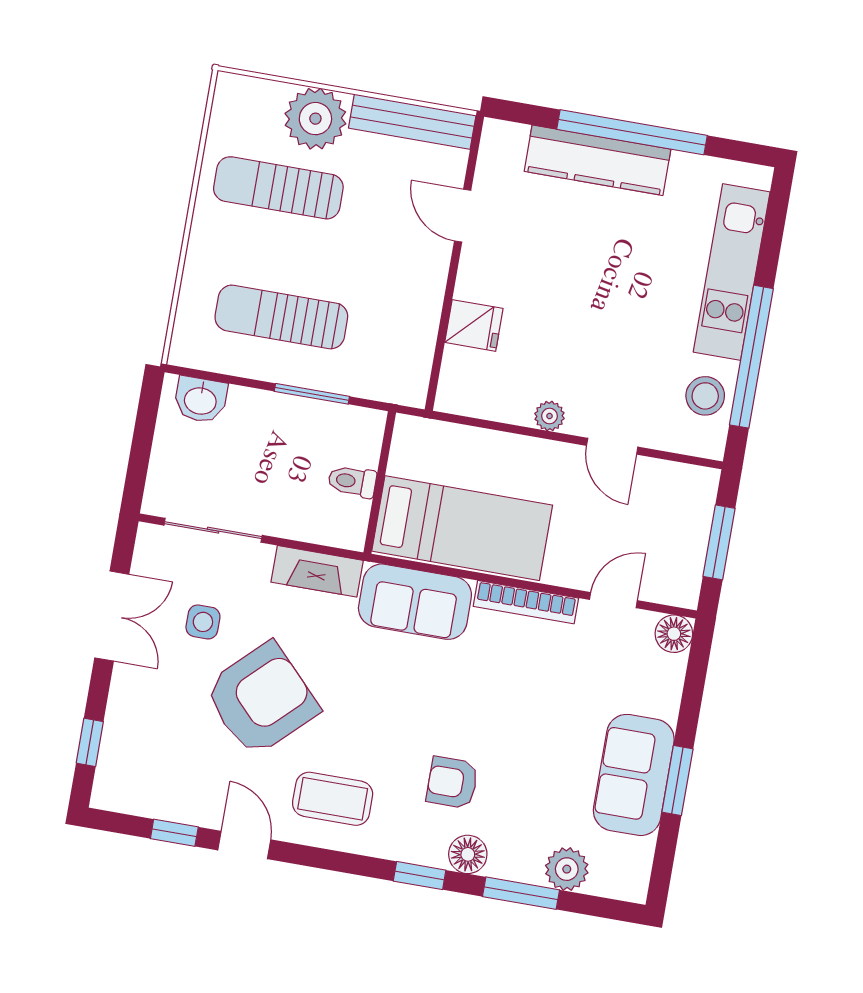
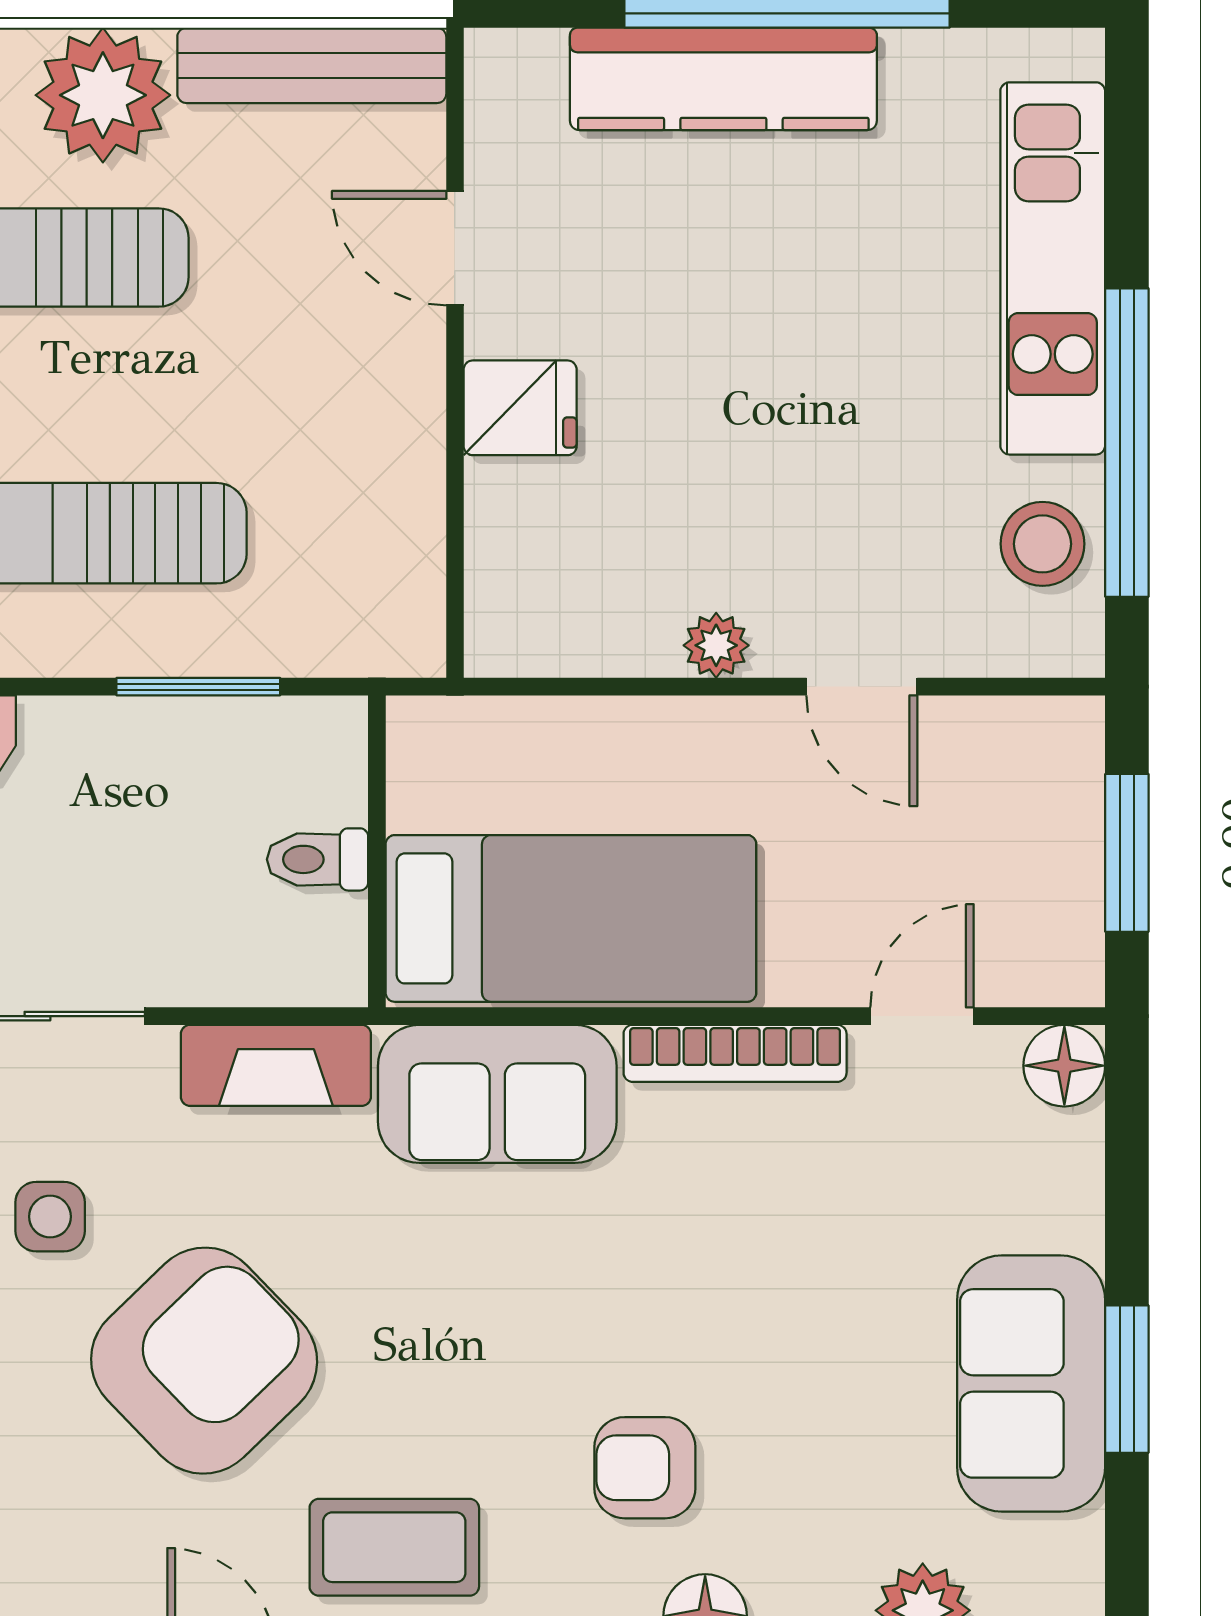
fridge: (474, 325) -> (520, 408), moved

